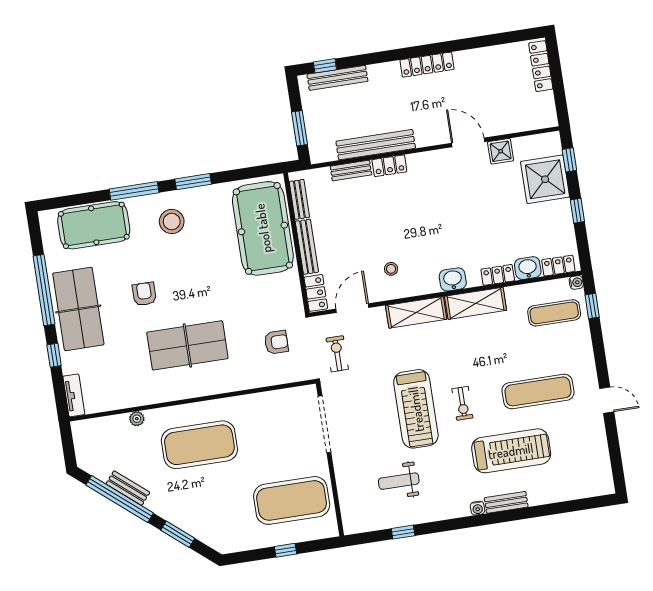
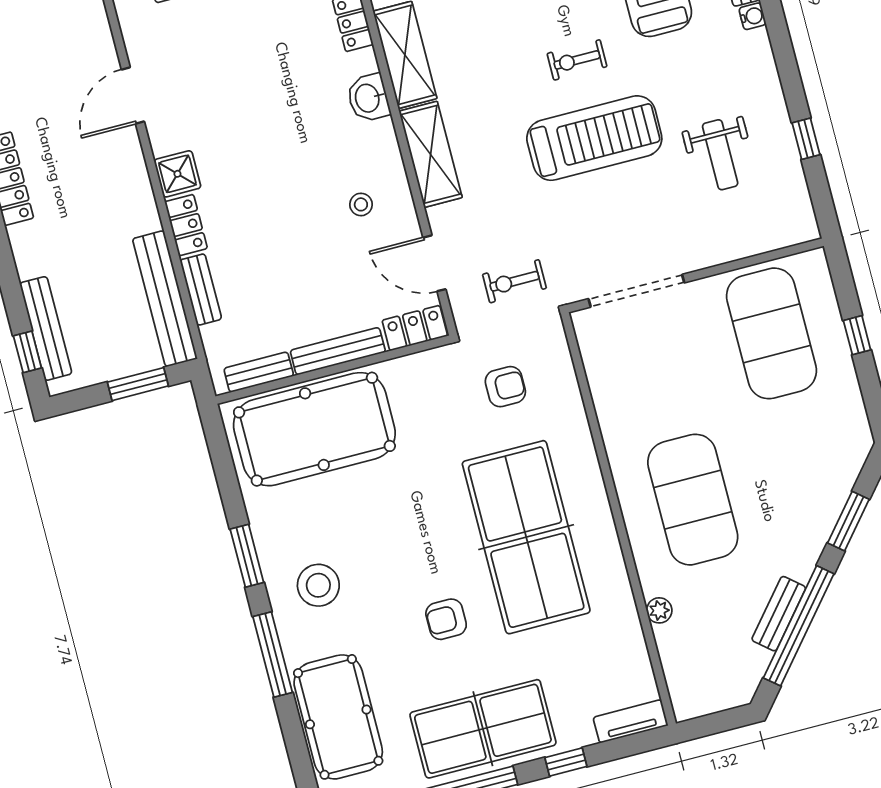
bench: (376, 145) -> (165, 299), moved
shower: (501, 151) -> (177, 174), moved
armchair: (276, 342) -> (505, 387), turned 90
table tennis table: (187, 345) -> (526, 537), width x1.36, depth x1.32
exercise bike: (462, 403) -> (577, 60), turned 180

